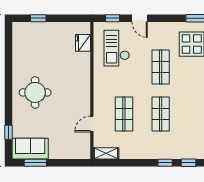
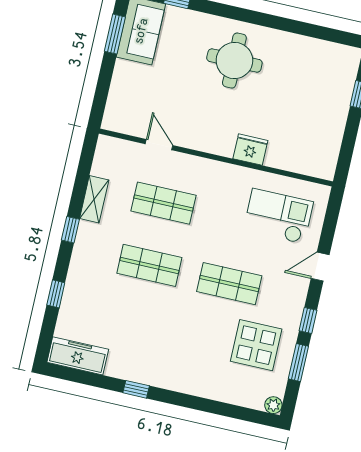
window: (112, 18) -> (308, 321), moved
fridge: (83, 43) -> (250, 150), moved
shelving: (106, 153) -> (94, 199), moved
window: (165, 163) -> (70, 230), moved

